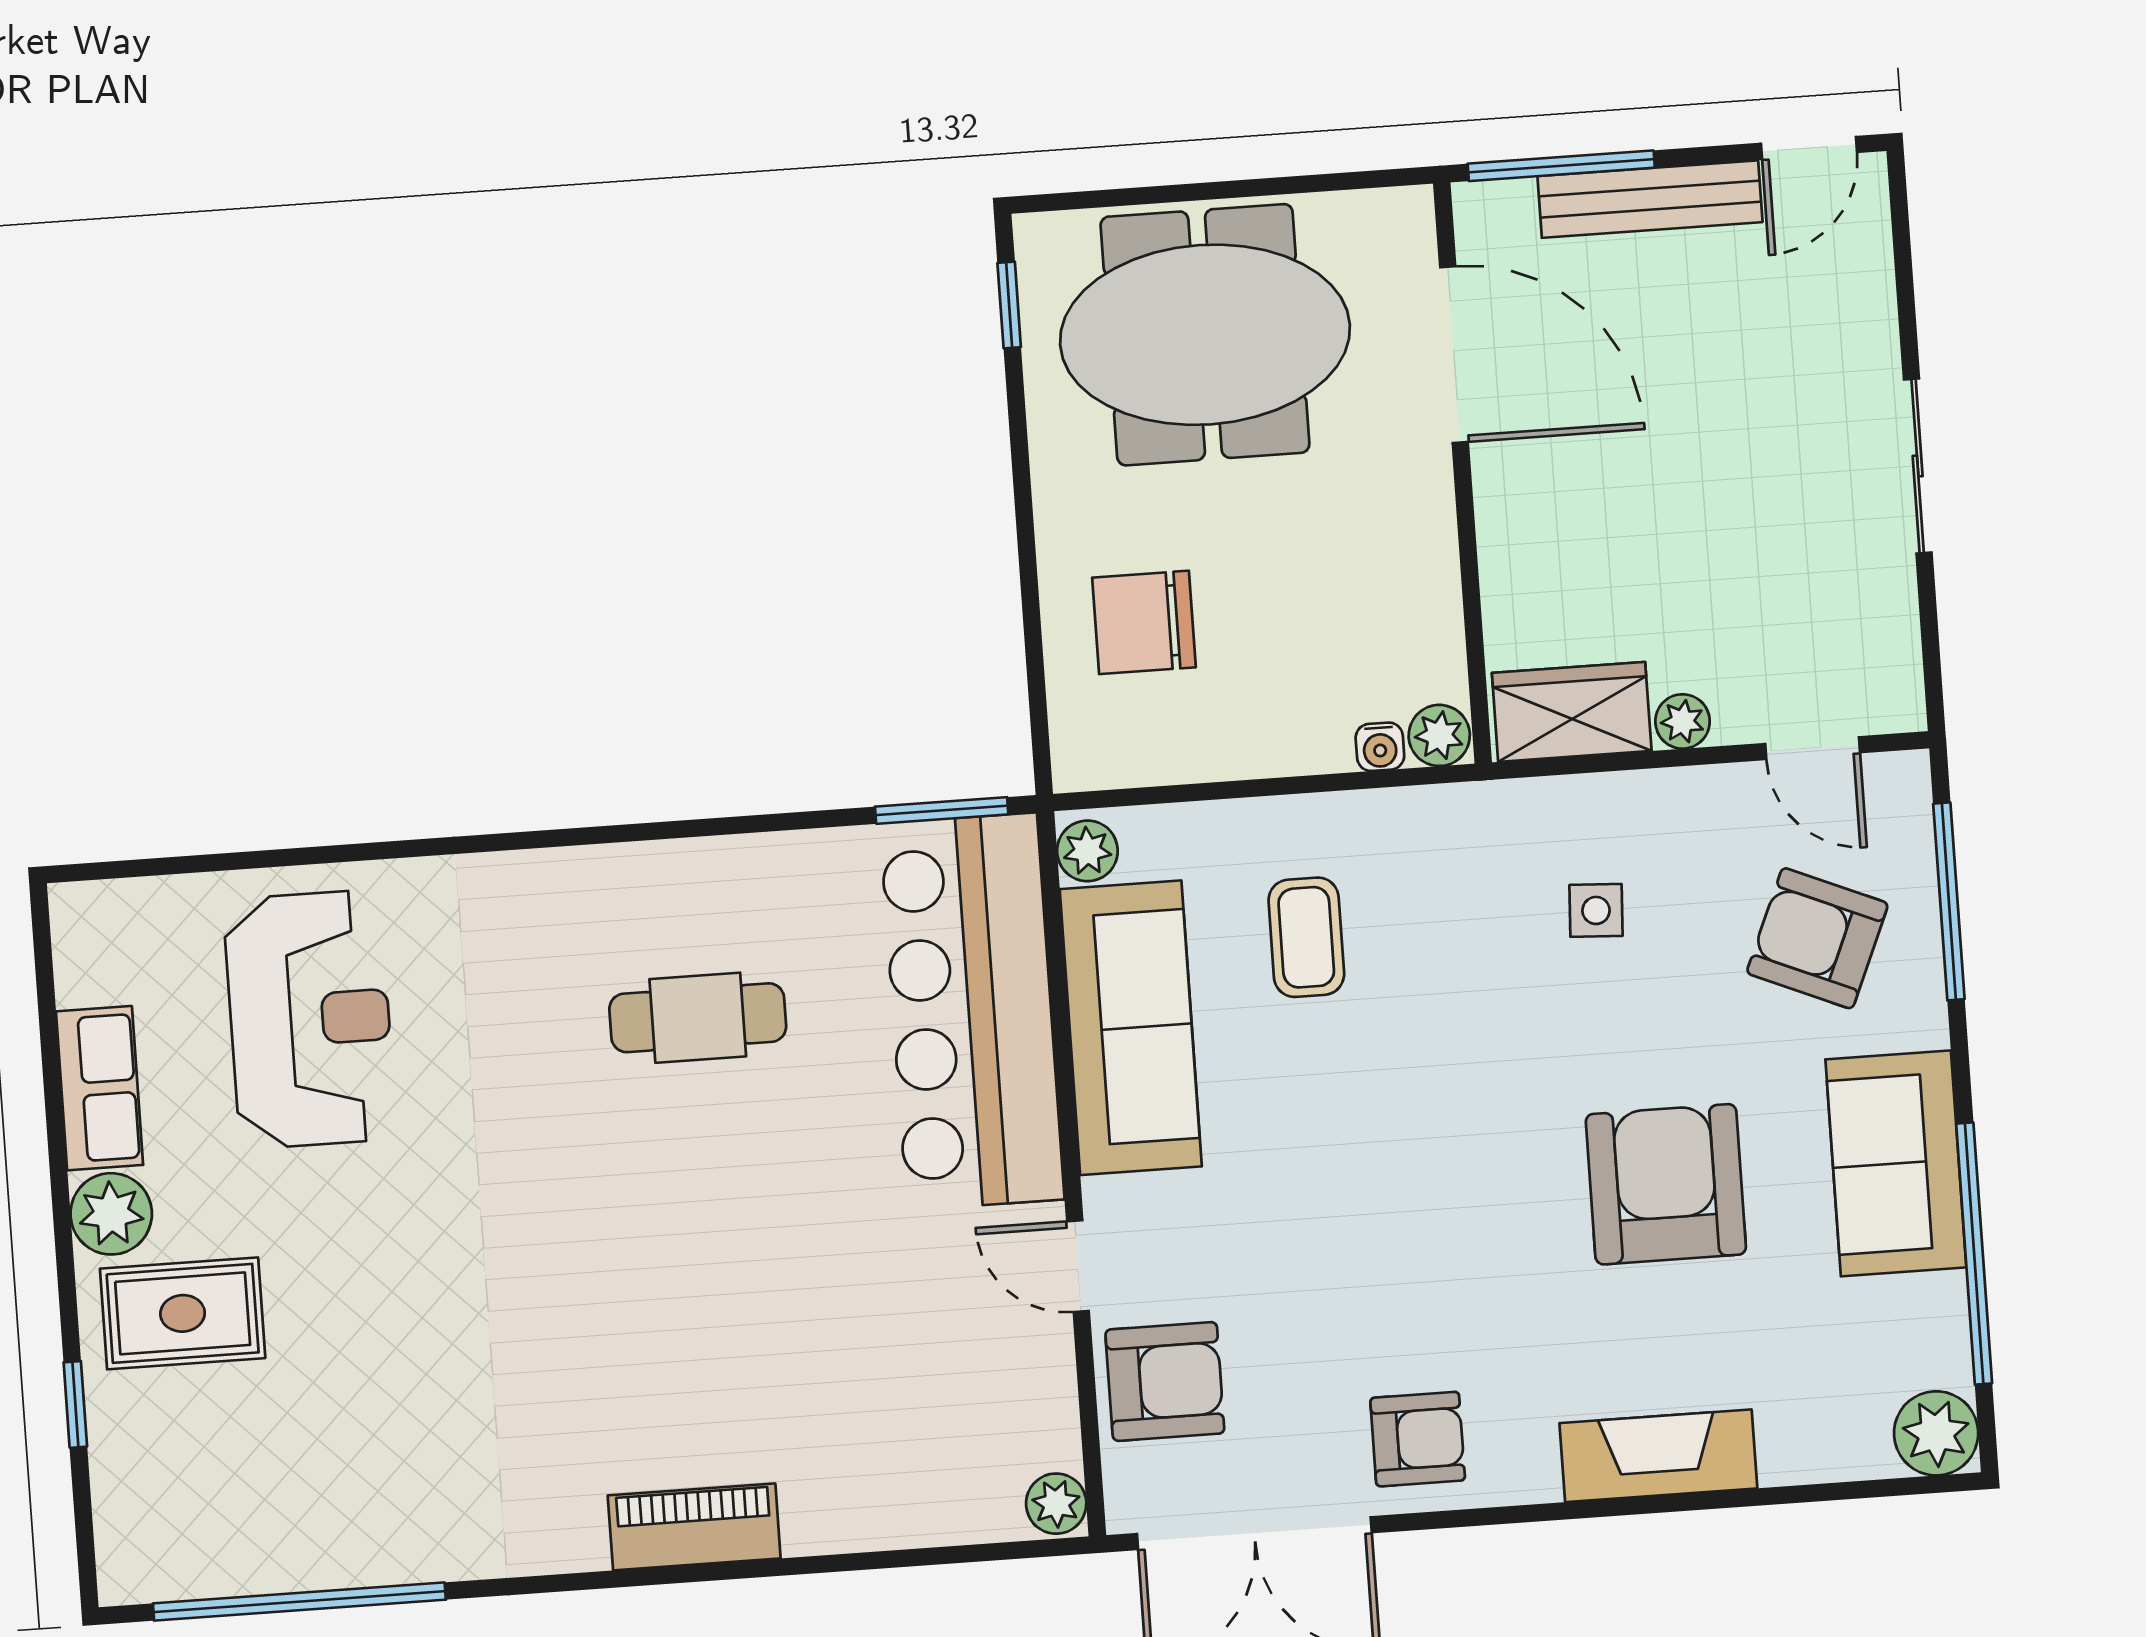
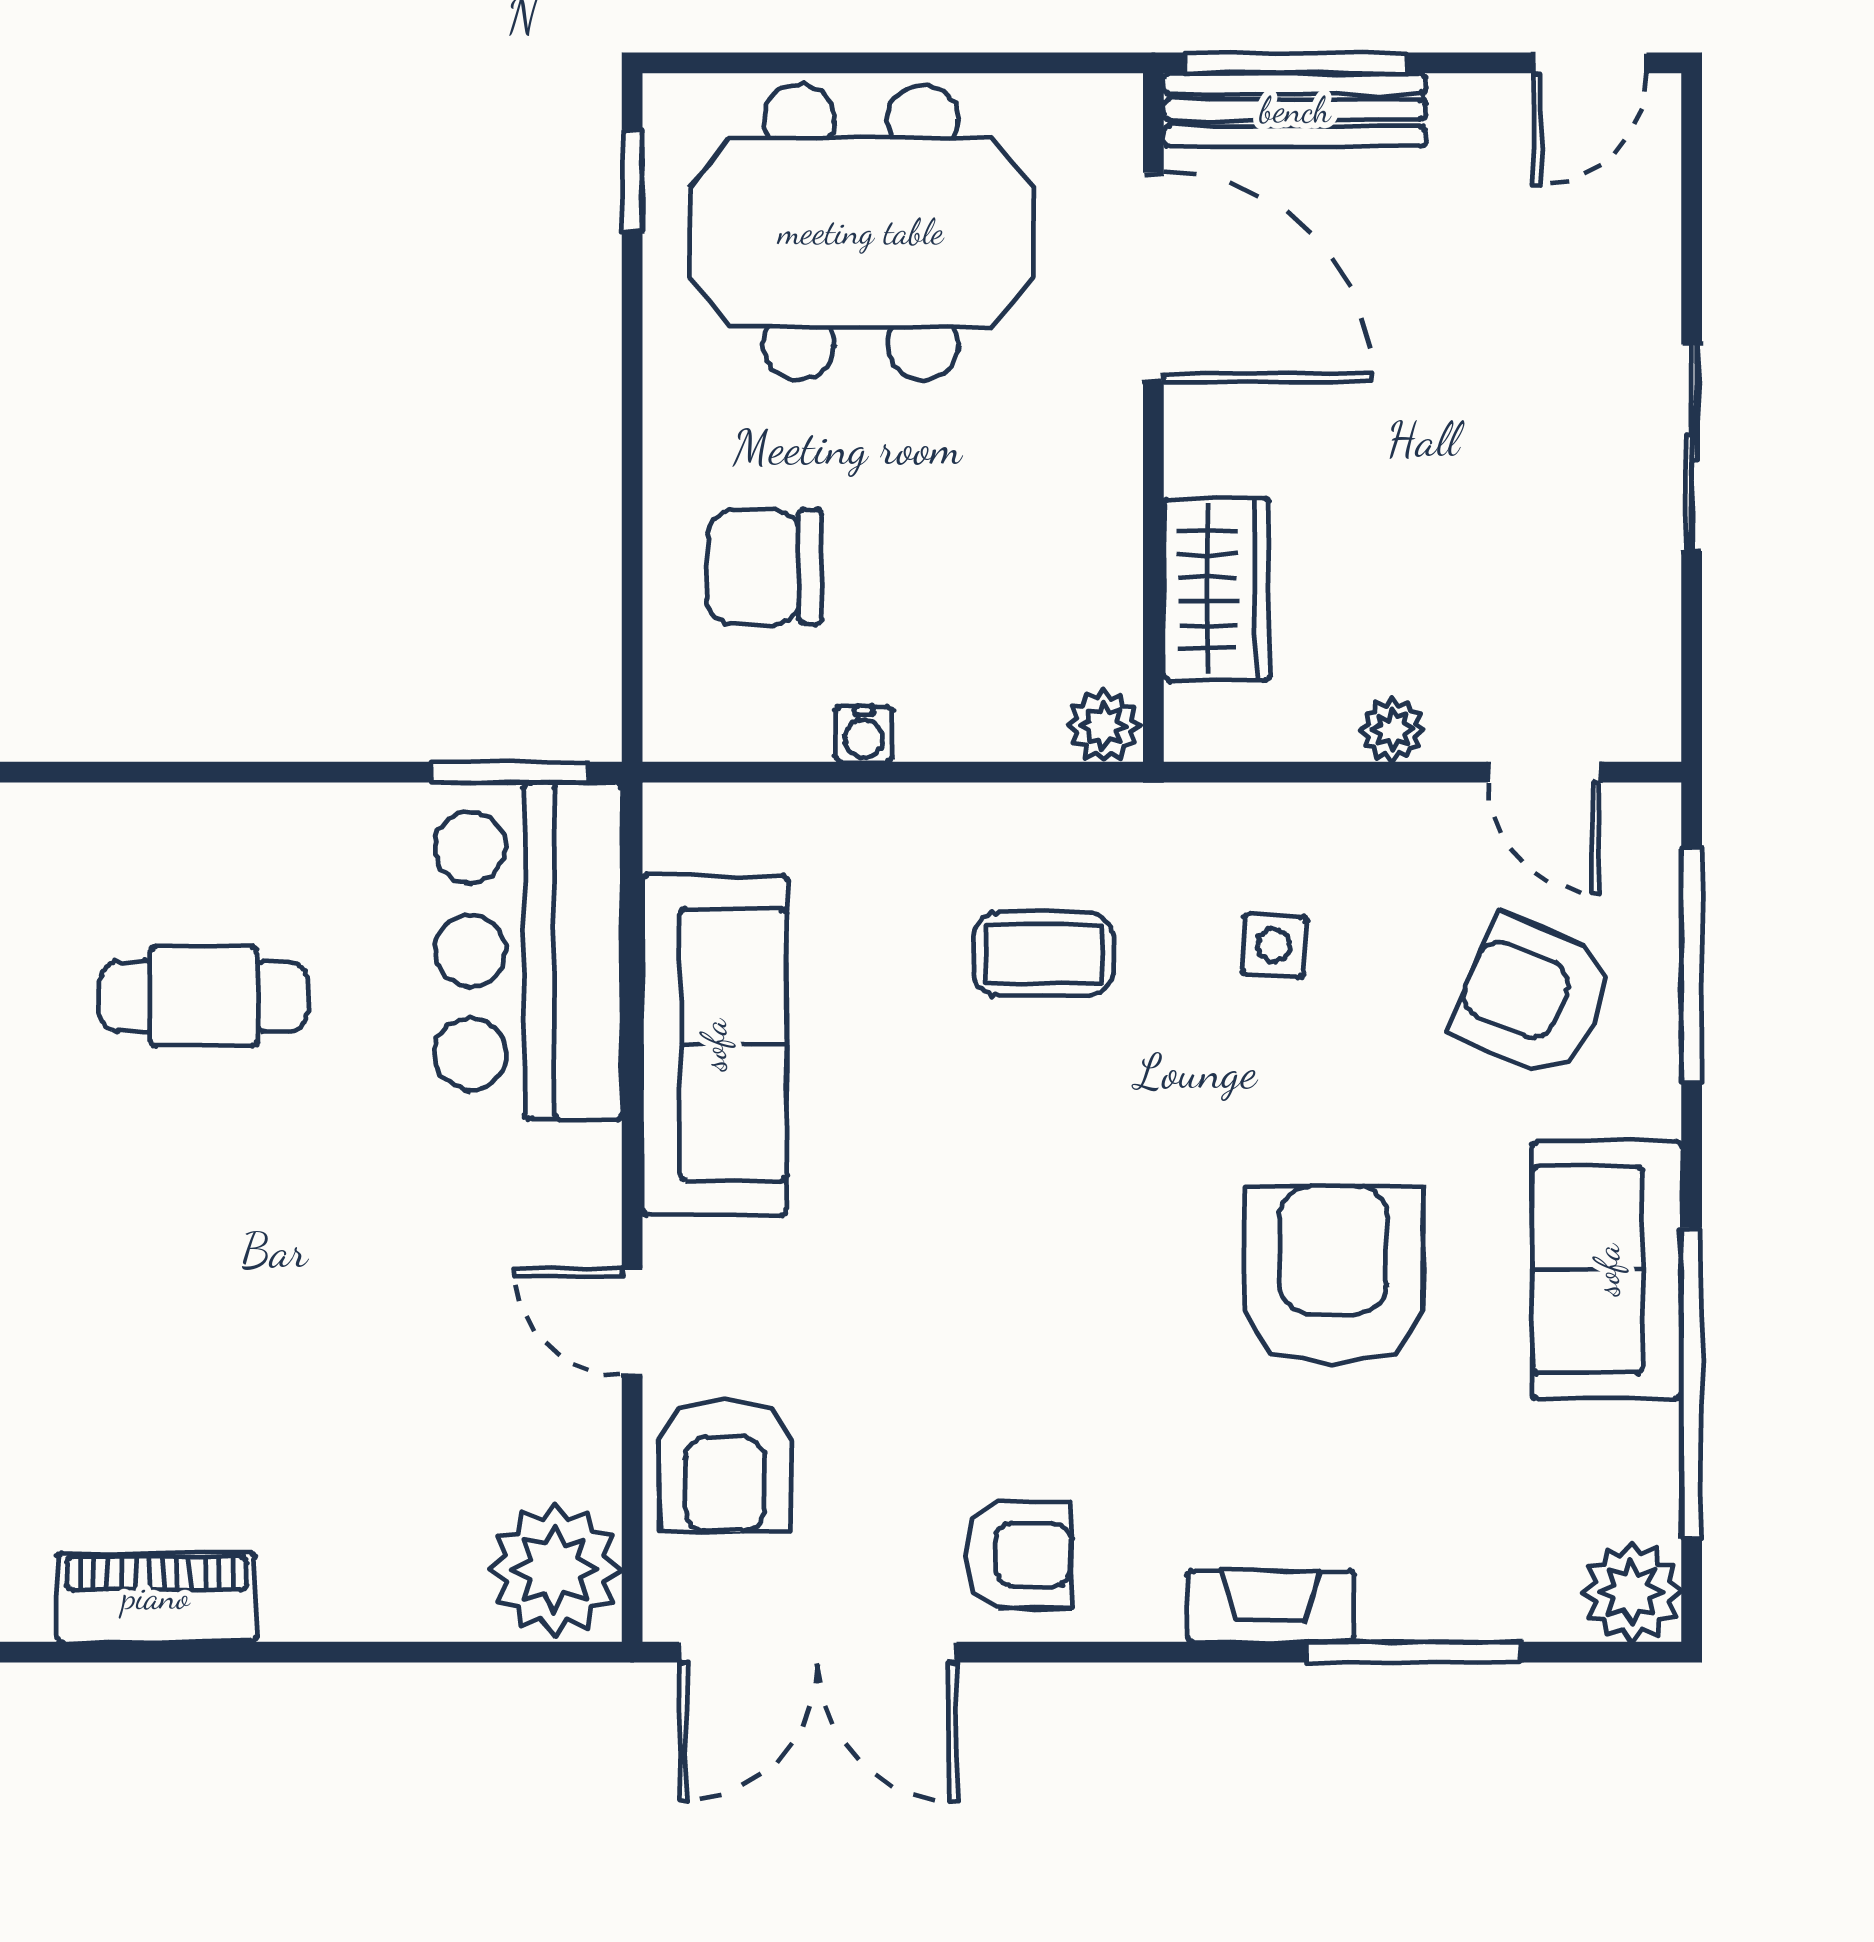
bench: (1650, 199) -> (1295, 110), moved
wardrobe: (1572, 712) -> (1216, 589), moved, turned 90
water cooler: (1380, 747) -> (864, 734), moved
plant: (1087, 851) -> (678, 832), removed
coffee table: (1306, 937) -> (1044, 954), moved, turned 90
bar counter: (972, 1011) -> (528, 951), width x0.73
armchair: (1165, 1381) -> (725, 1466), turned 90
fireplace: (1658, 1456) -> (1271, 1606), width x0.73, depth x0.76
window: (1756, 1497) -> (1414, 1652), added
plant: (1056, 1504) -> (555, 1569), width x1.87, depth x1.87

